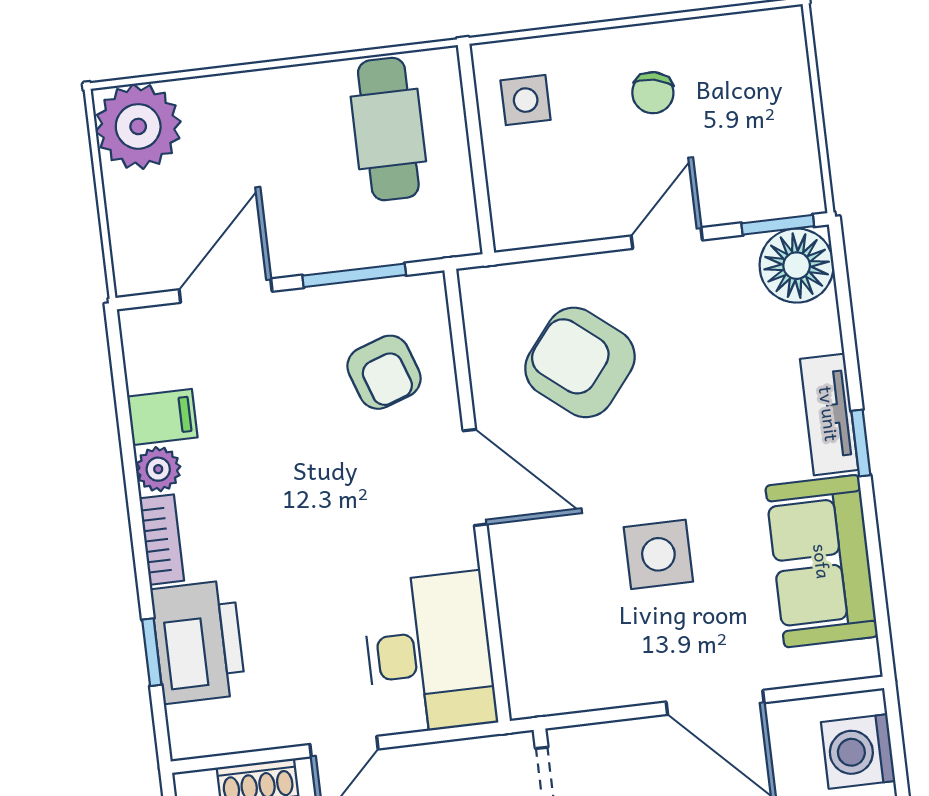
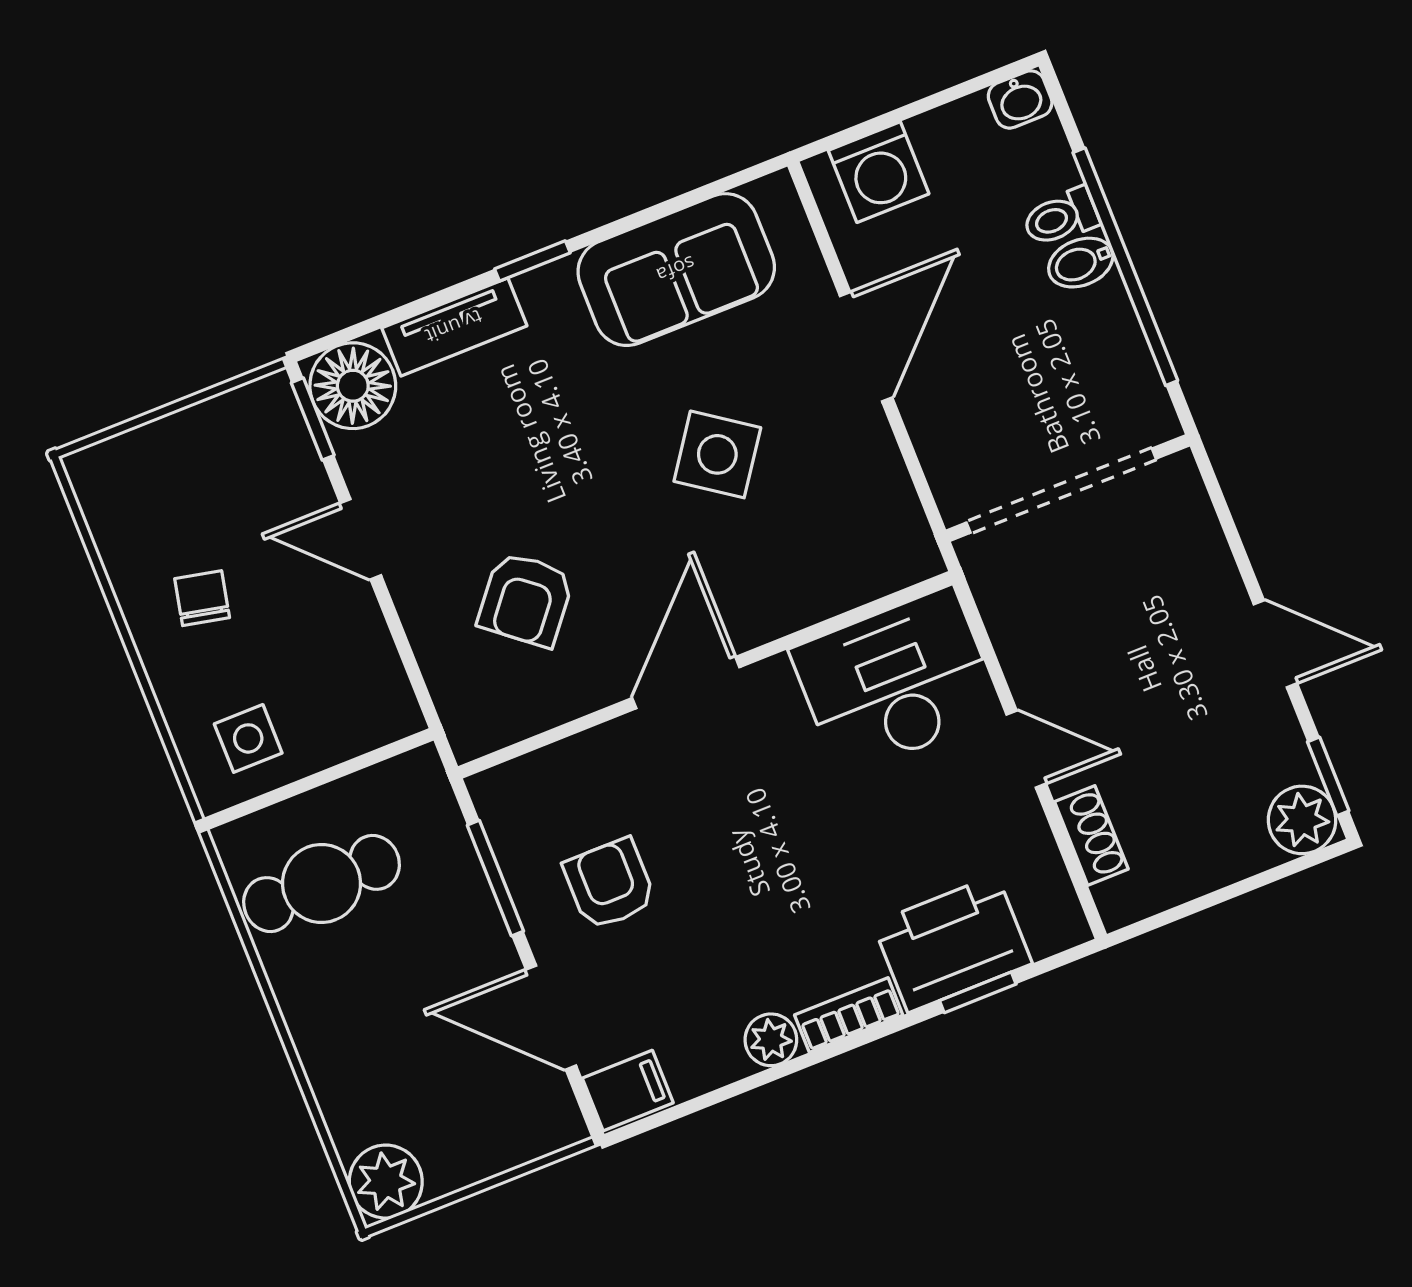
chair: (653, 93) -> (202, 598), turned -90
plant: (138, 126) -> (386, 1182), width x0.73, depth x0.73
armchair: (580, 362) -> (526, 599), width x0.72, depth x0.72
armchair: (384, 372) -> (610, 884), moved, turned -71
tv unit: (829, 414) -> (454, 327), moved
filing cabinet: (162, 417) -> (628, 1091), moved, turned 90
side table: (658, 554) -> (717, 454), turned 35

